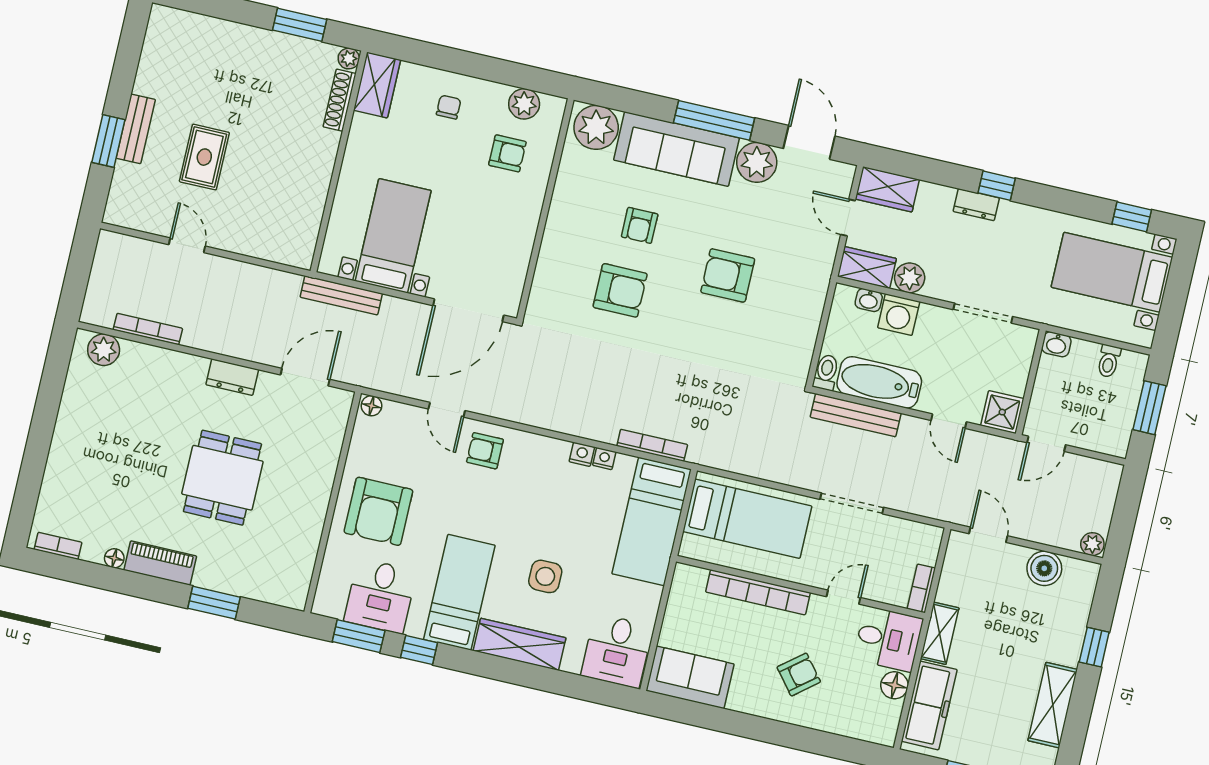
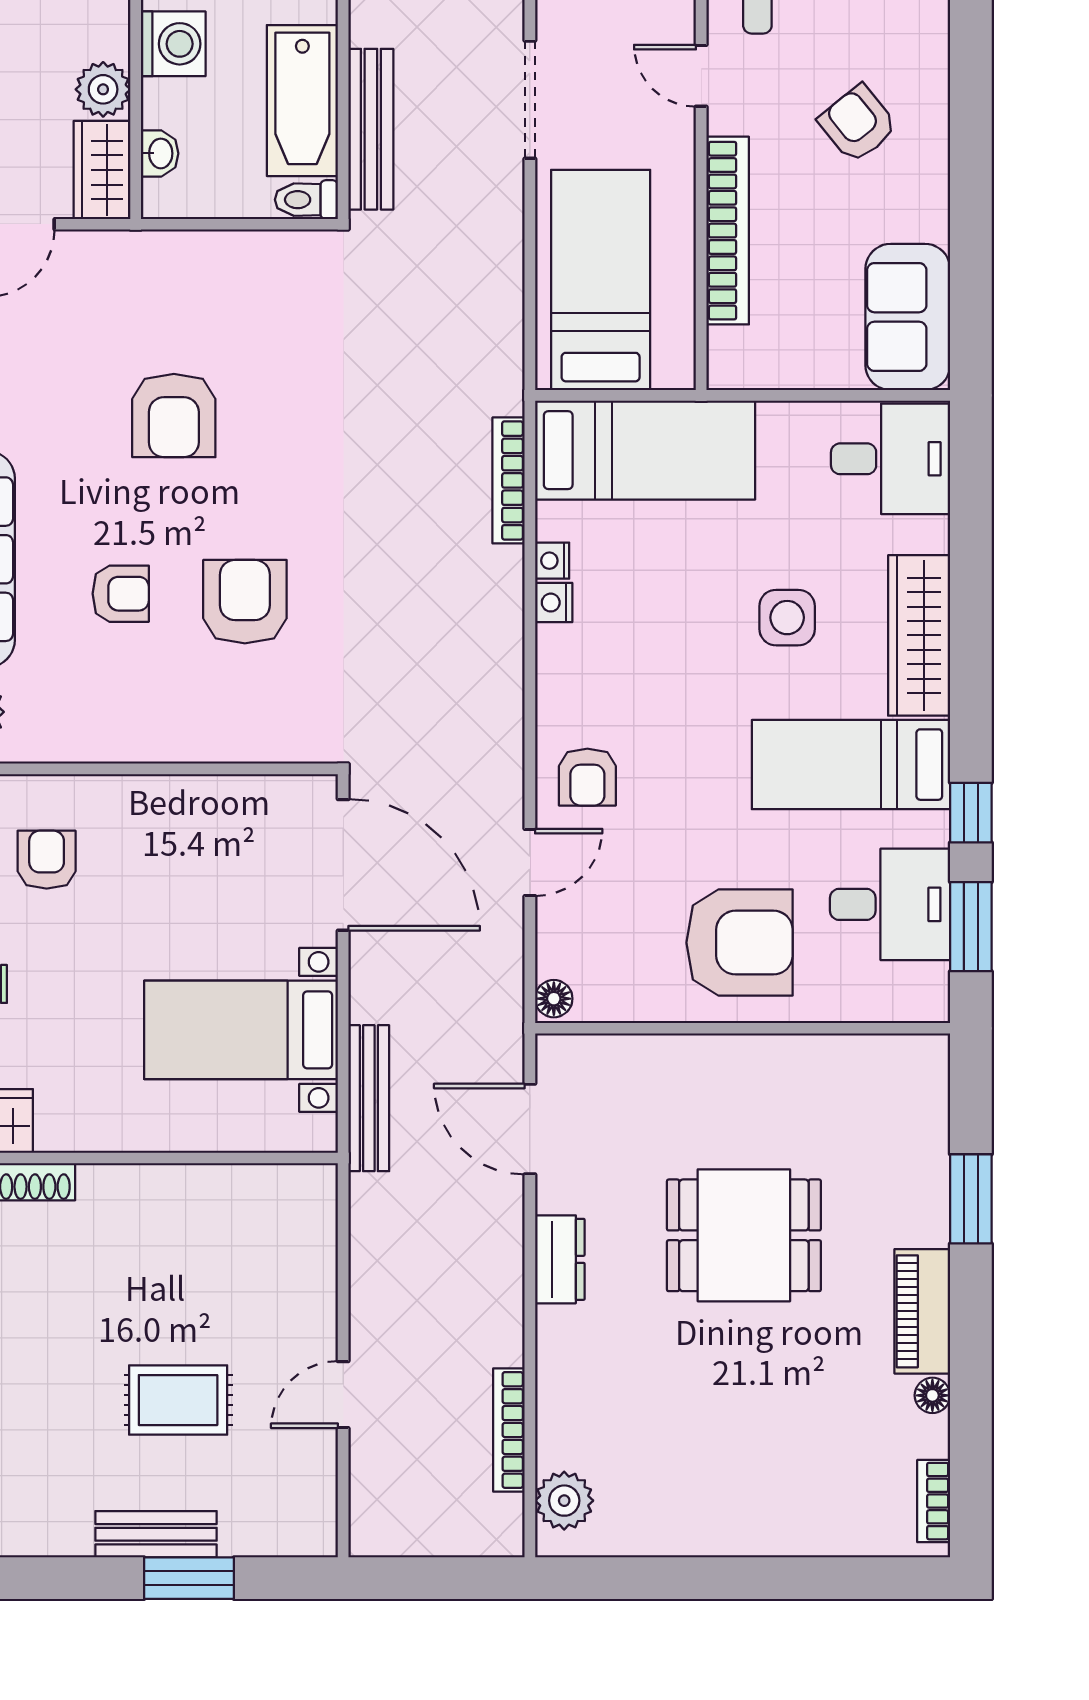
washing machine: (899, 315) -> (173, 44), moved

